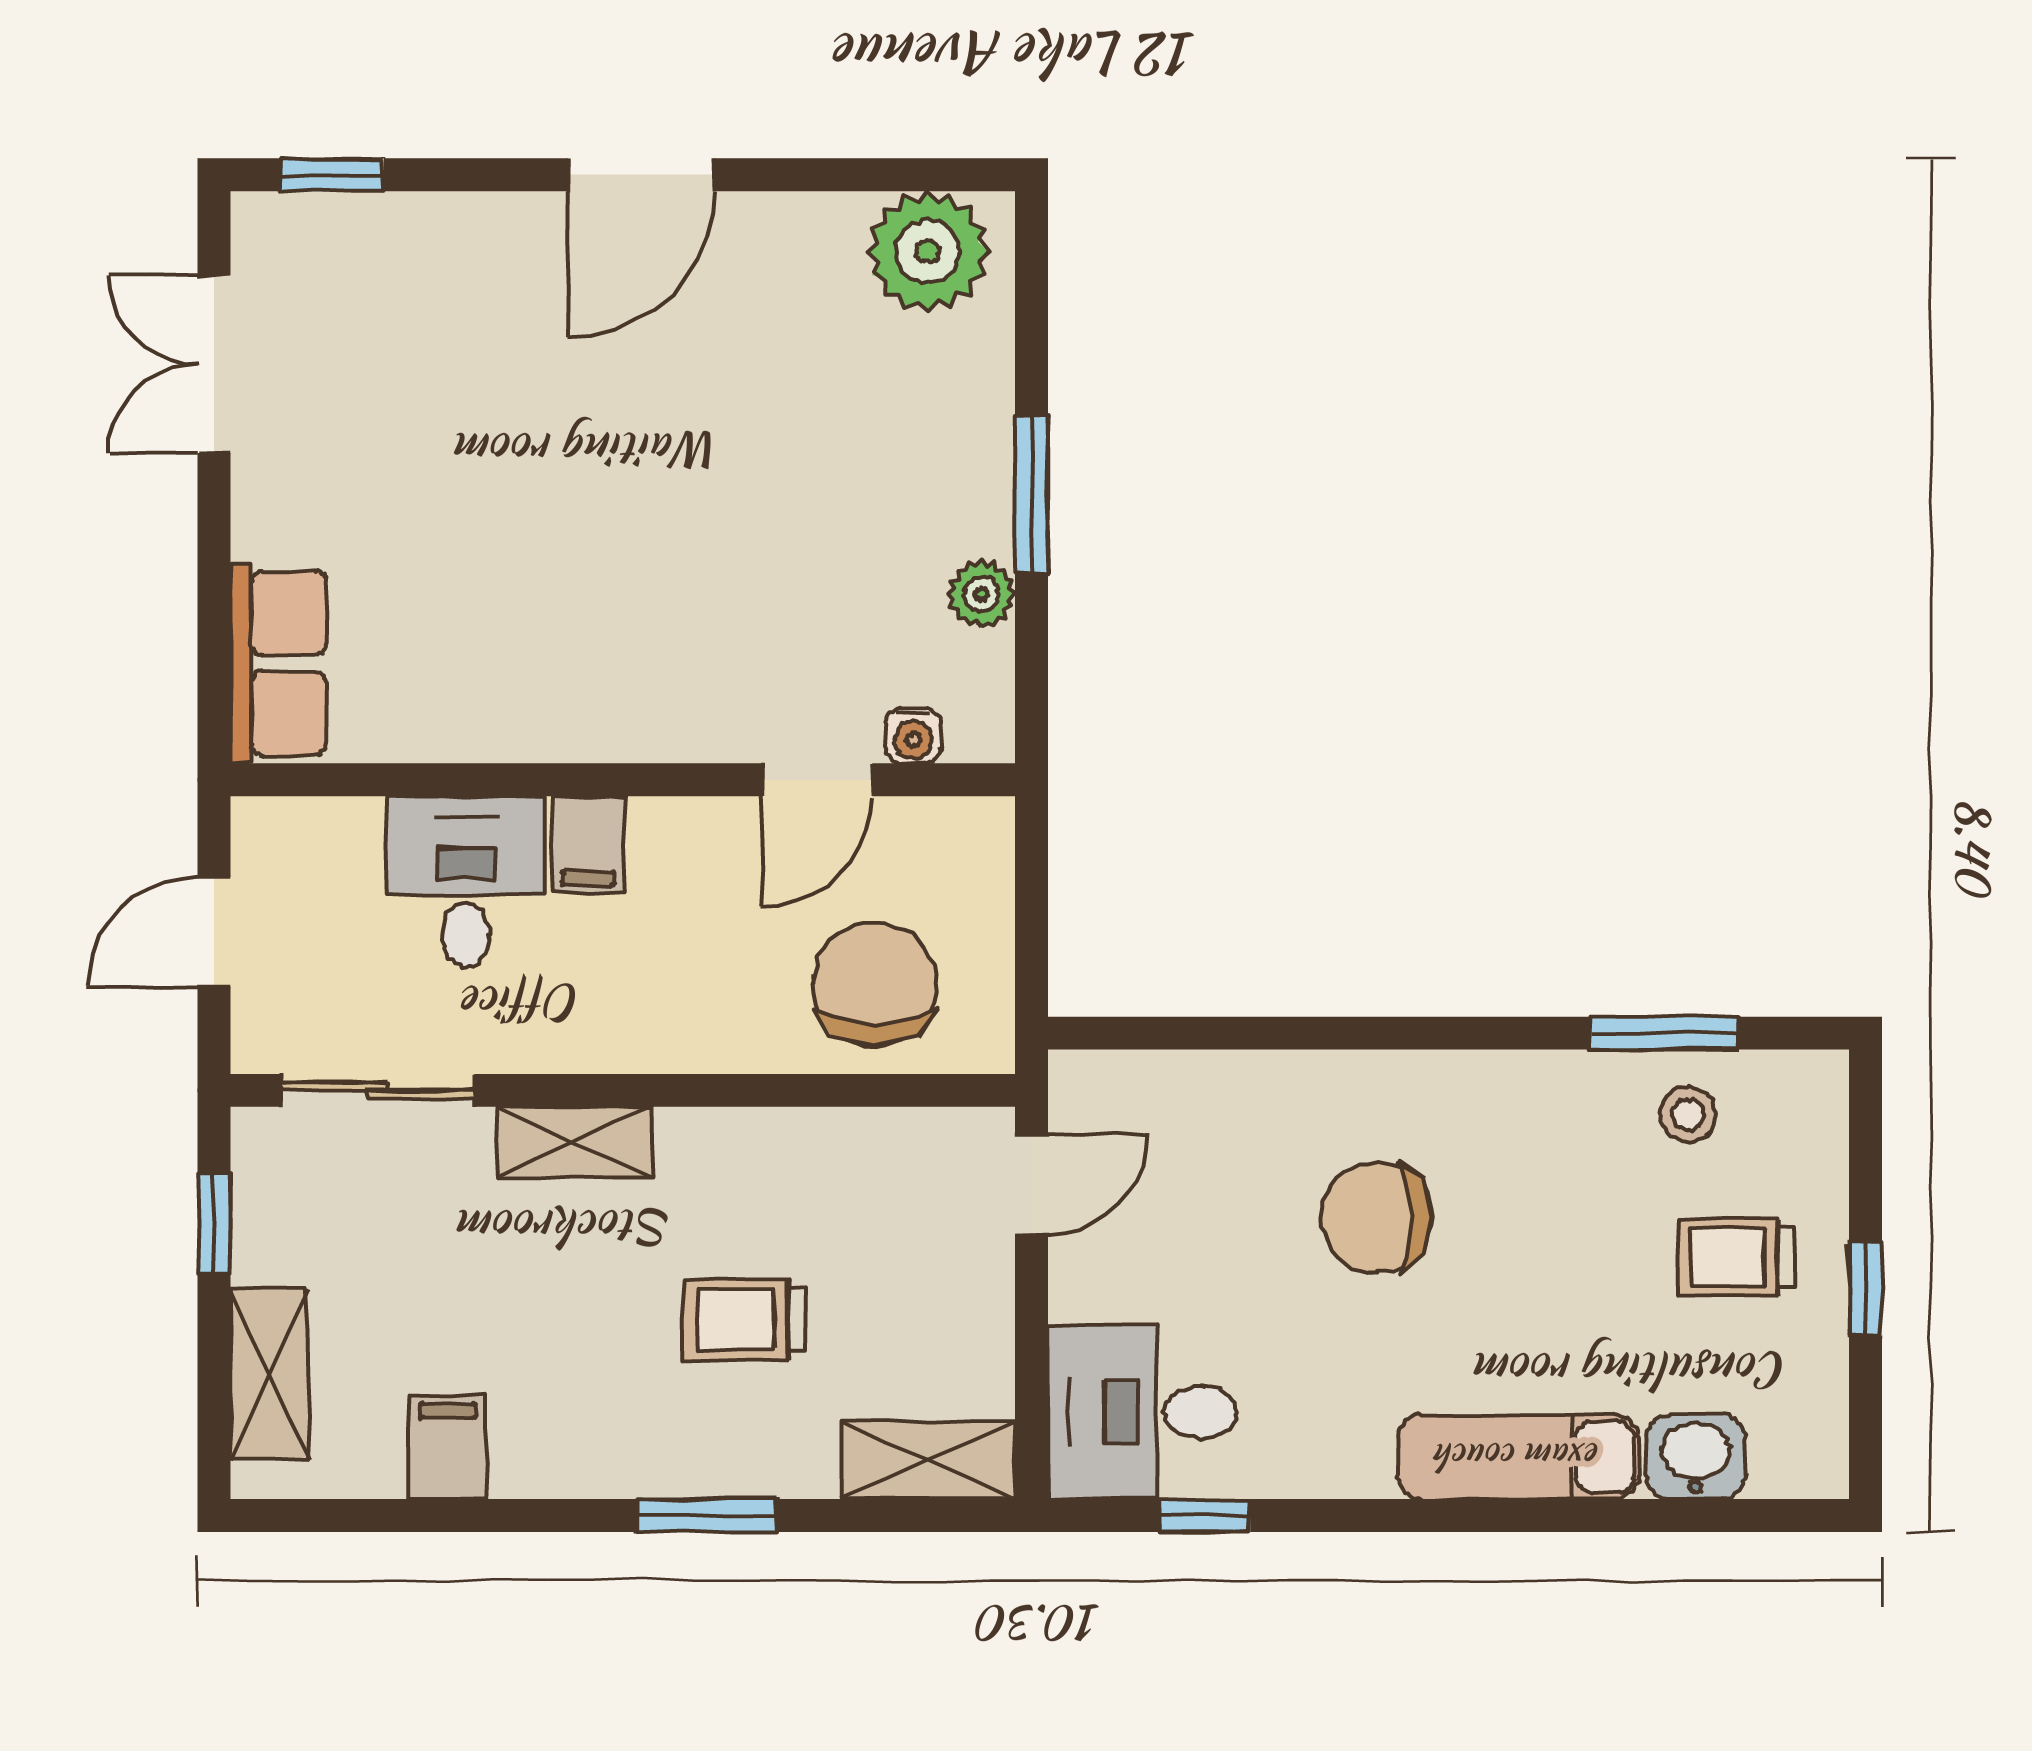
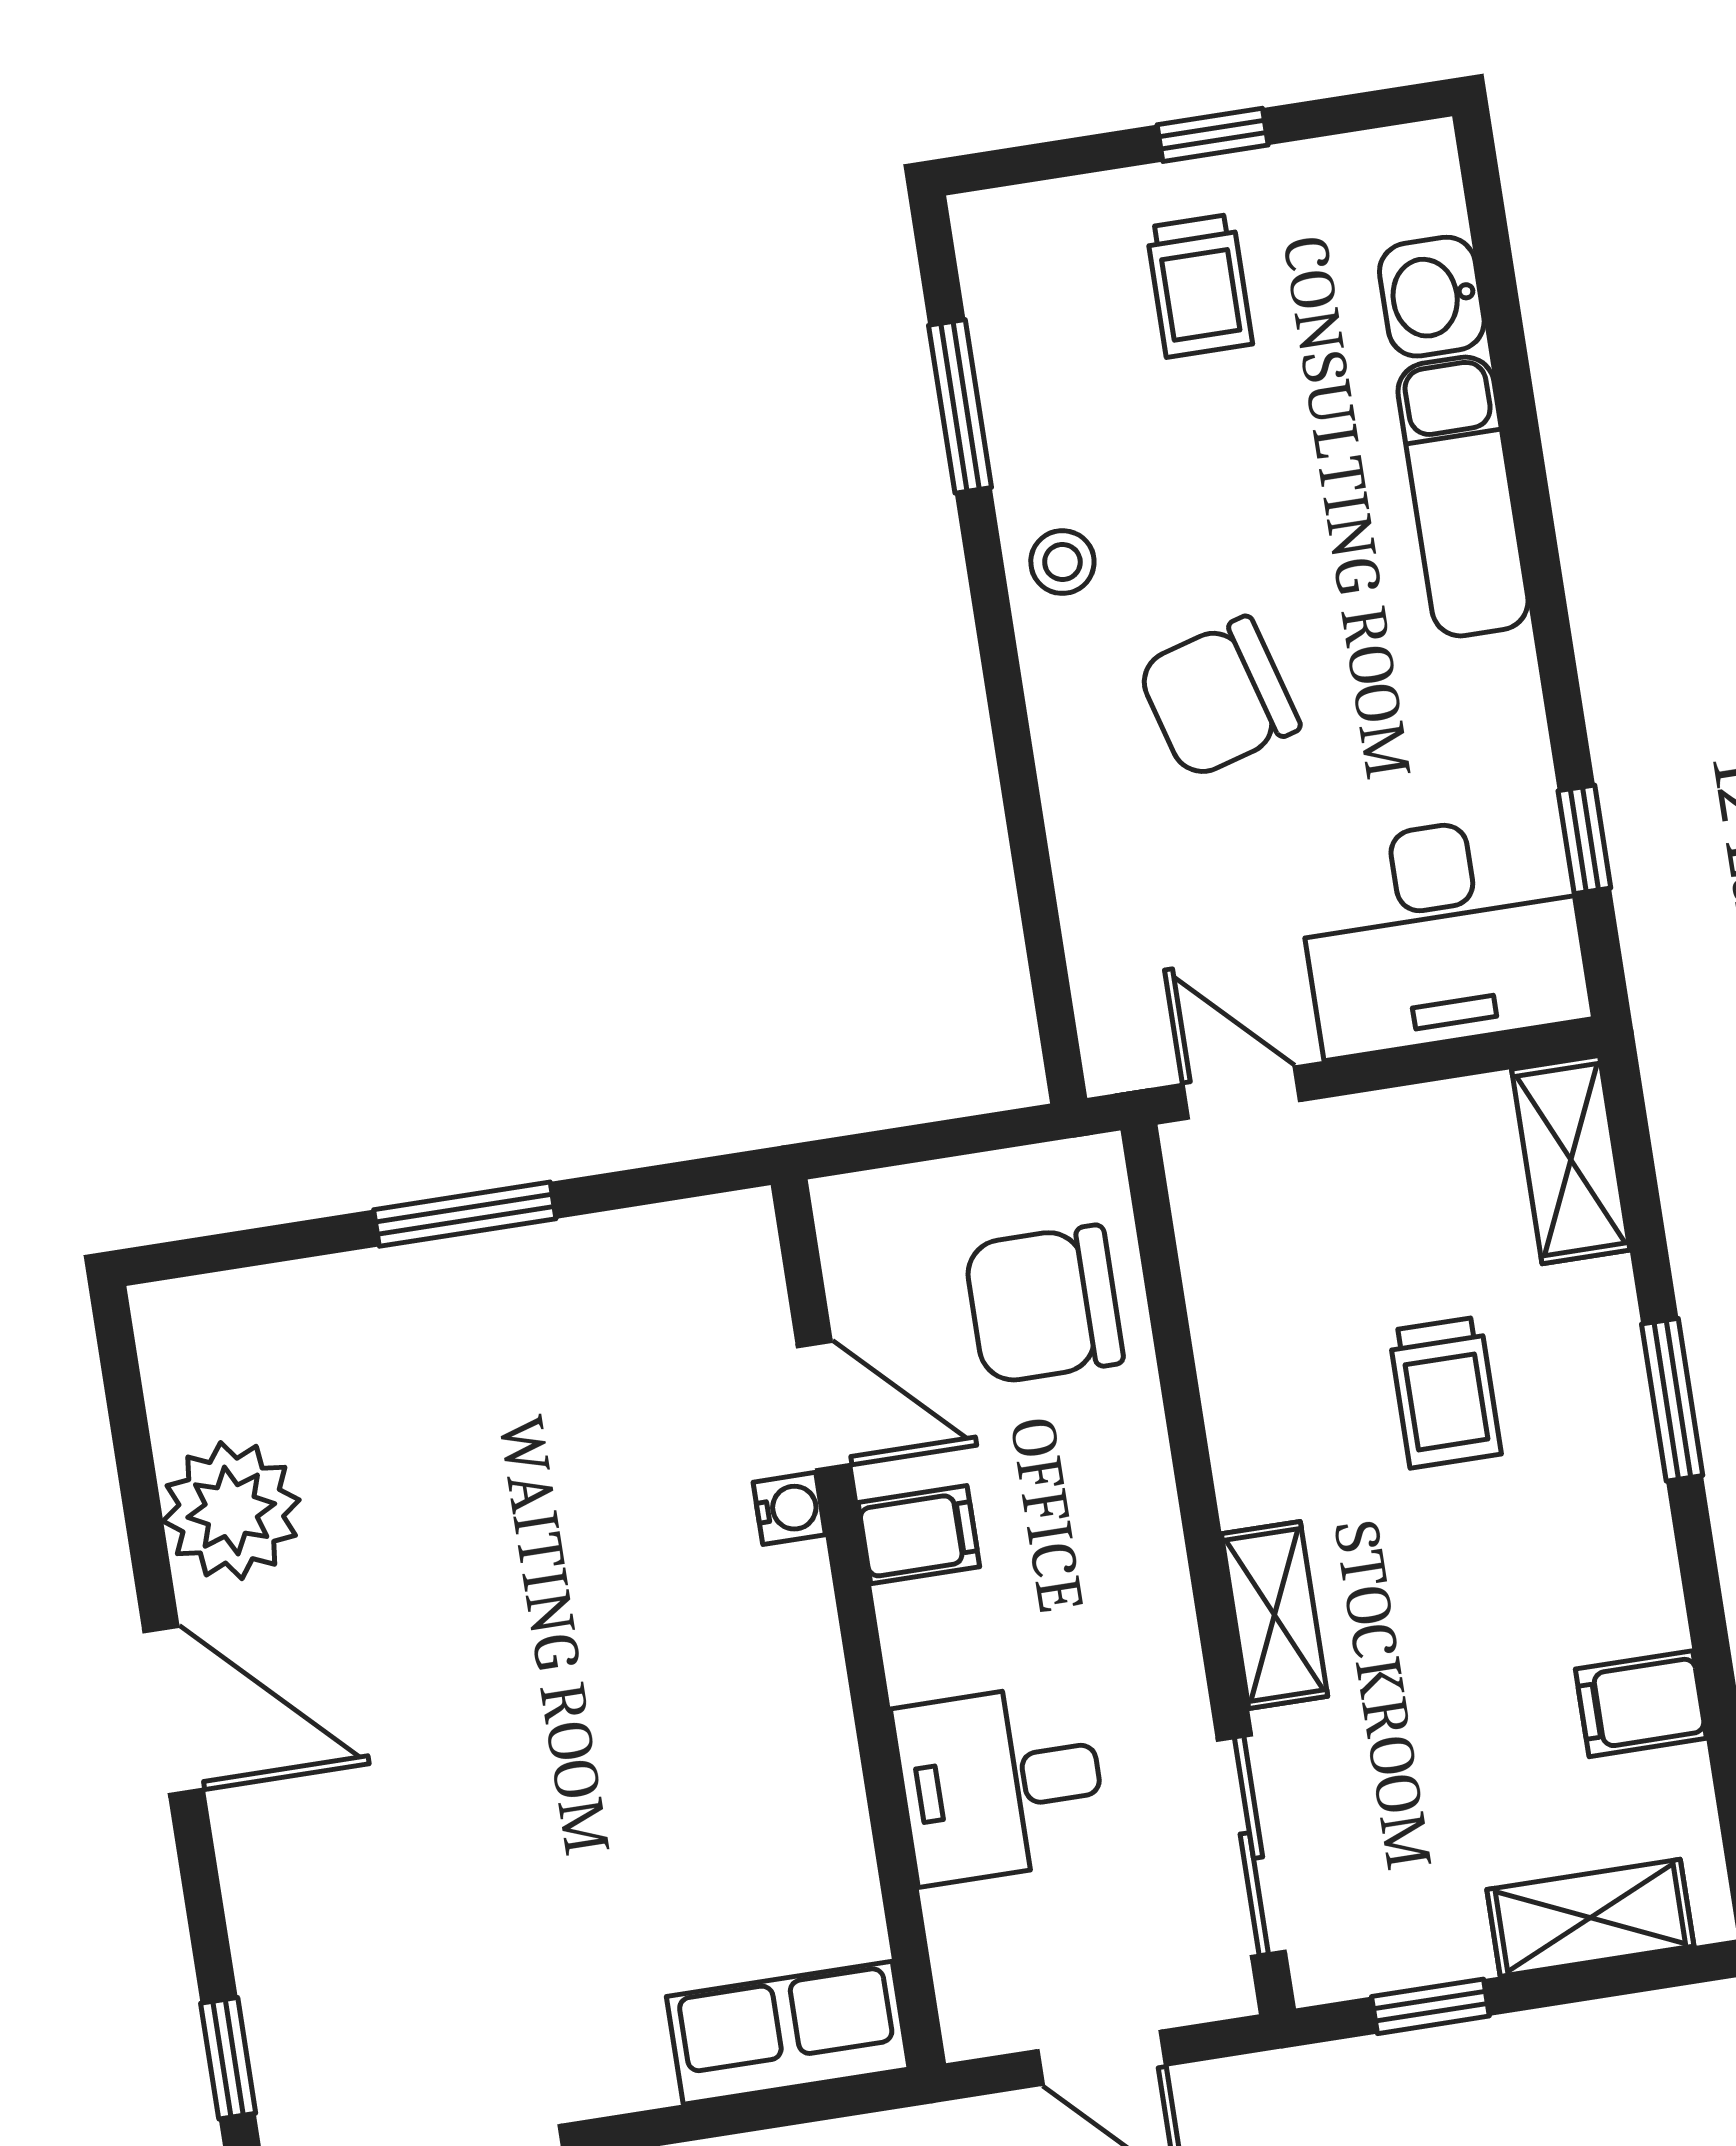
plant: (928, 252) -> (231, 1511), moved
plant: (981, 594) -> (586, 1253), removed
water cooler: (913, 736) -> (789, 1508), moved
filing cabinet: (588, 844) -> (919, 1535), moved
stool: (1688, 1115) -> (1062, 562), moved
chair: (1377, 1218) -> (1218, 698), turned 74
desk: (1142, 1412) -> (1442, 934), width x1.37

